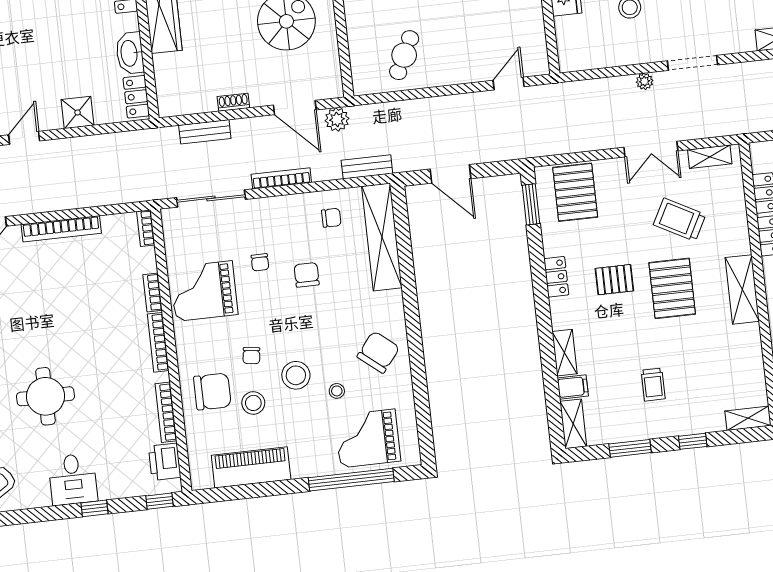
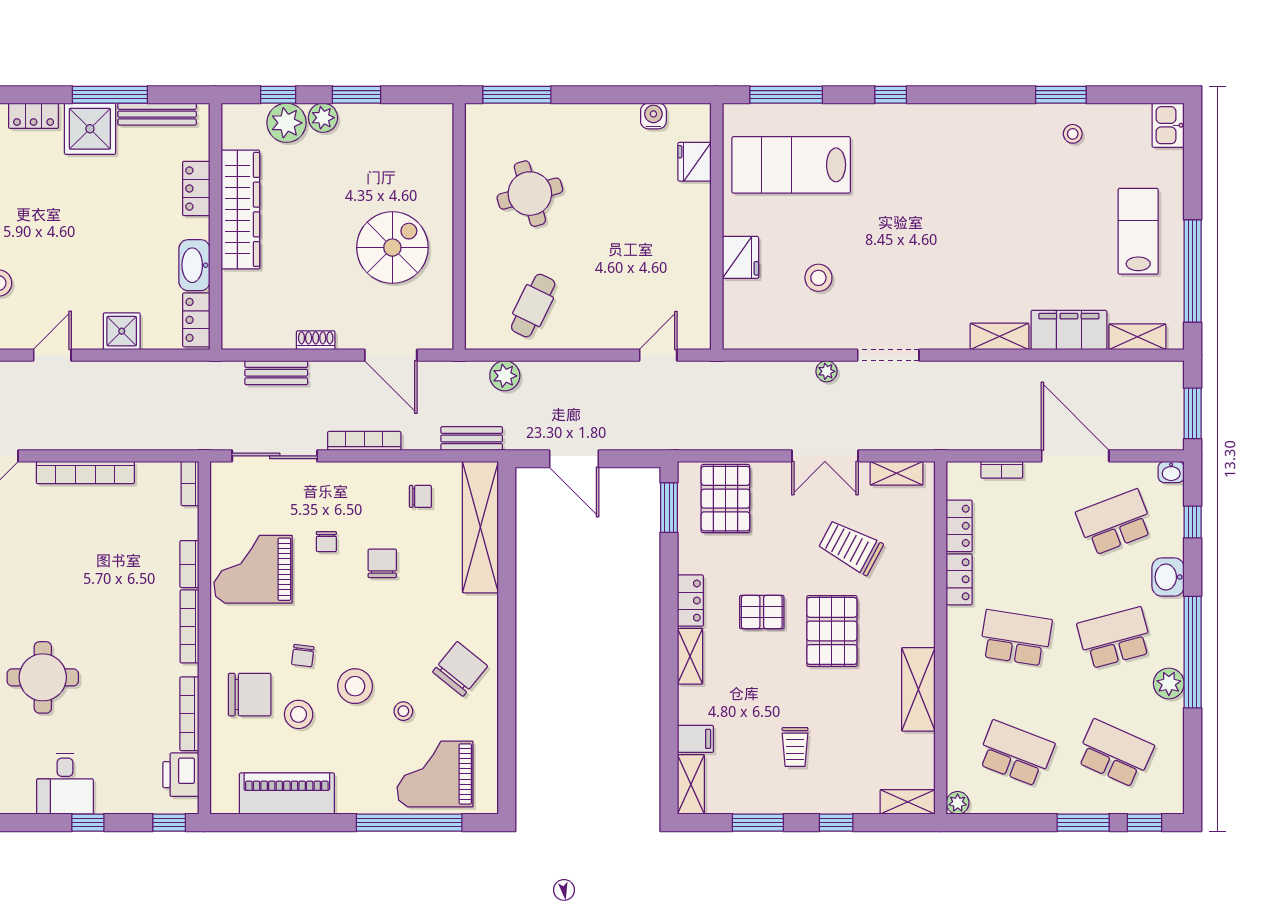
plant: (337, 119) -> (505, 376), moved
shelving: (742, 289) -> (918, 689), moved
shelving: (565, 353) -> (690, 656), moved

